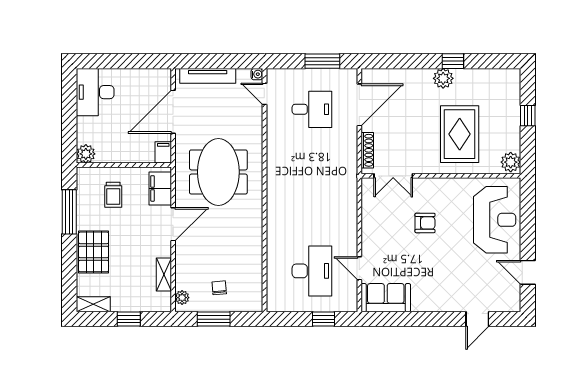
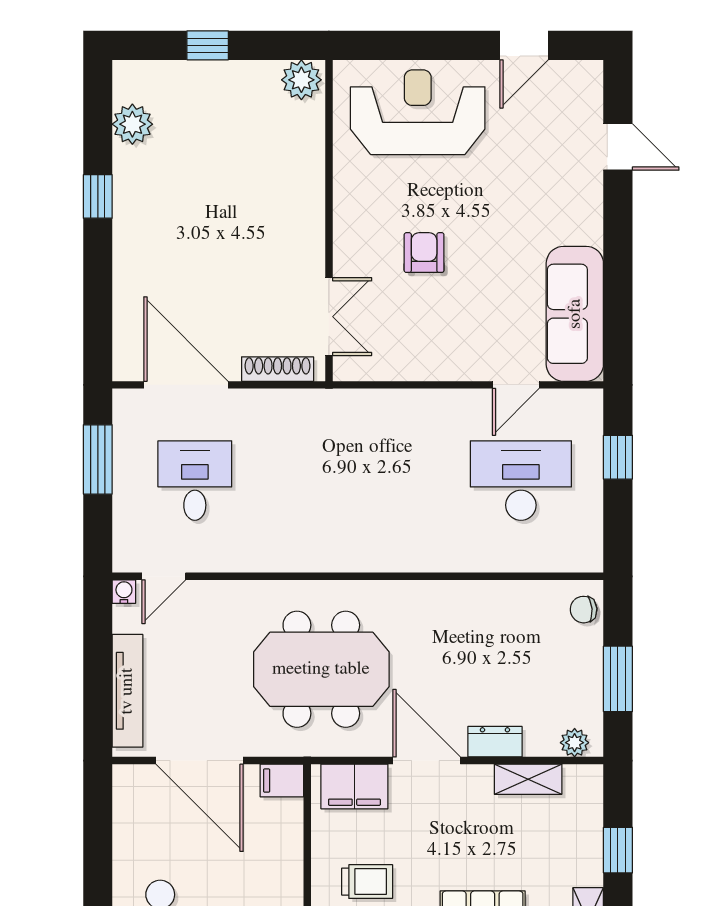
plant: (443, 78) -> (132, 124), moved
rug: (460, 134) -> (245, 183), removed
dresser: (182, 258) -> (495, 742), added
chair: (219, 288) -> (584, 610), moved
sofa: (386, 298) -> (575, 314), width x1.36

